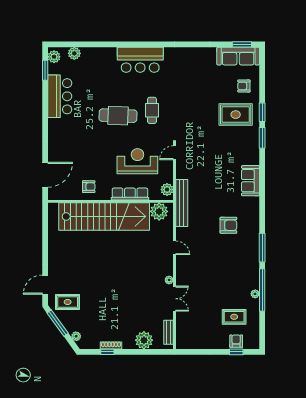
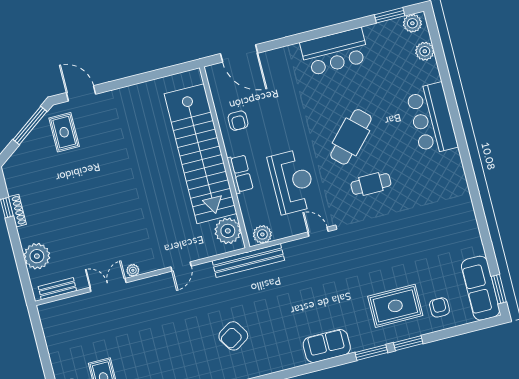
bar counter: (140, 60) -> (432, 119), moved
bar counter: (60, 96) -> (335, 52), moved
rug: (236, 115) -> (395, 306), turned 90
cafe table: (118, 116) -> (351, 137), turned 41
sofa: (250, 181) -> (327, 346), moved
row of seats: (130, 194) -> (240, 174), width x0.68
armchair: (228, 225) -> (233, 336), turned 57
double door: (175, 299) -> (108, 285), swing flipped
plant: (76, 336) -> (18, 157), removed

